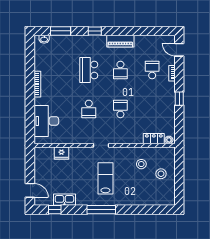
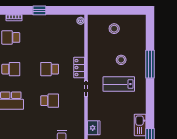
locker: (154, 139) -> (79, 68), moved
stool: (141, 164) -> (121, 60), moved
window: (101, 210) -> (150, 64), moved

